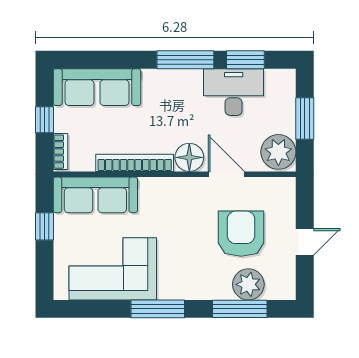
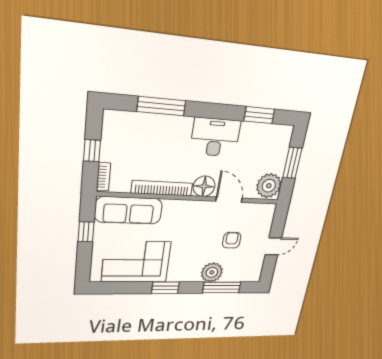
window: (185, 60) -> (161, 106), moved
sofa: (97, 87) -> (139, 127), removed
desk: (234, 92) -> (215, 137), moved
armchair: (241, 234) -> (232, 240), width x0.53, depth x0.53
plant: (248, 284) -> (212, 272), moved
window: (158, 309) -> (165, 288), width x0.69

